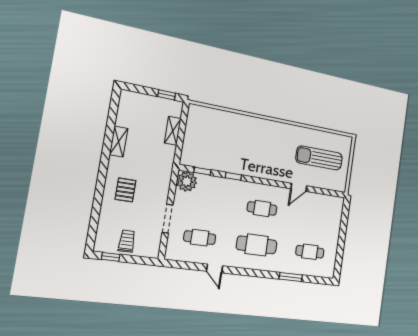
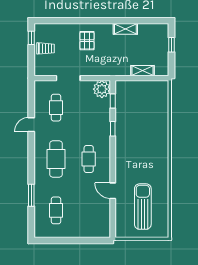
window: (167, 95) -> (171, 45), moved
pallet: (125, 190) -> (87, 41), turned 90

